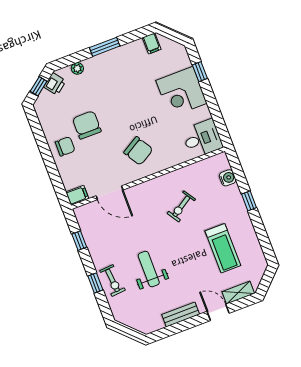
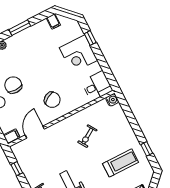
water cooler: (228, 178) -> (112, 100), moved
door: (109, 193) -> (35, 132), swing flipped
window: (249, 201) -> (147, 149), moved
treadmill: (223, 248) -> (120, 163), turned -90

